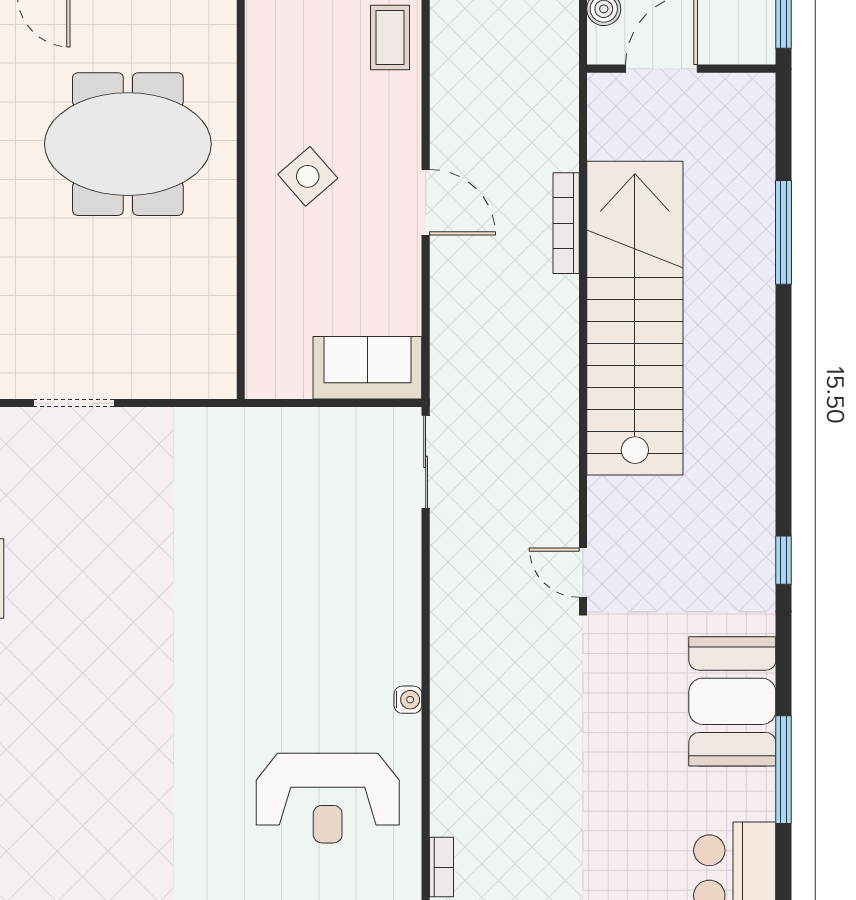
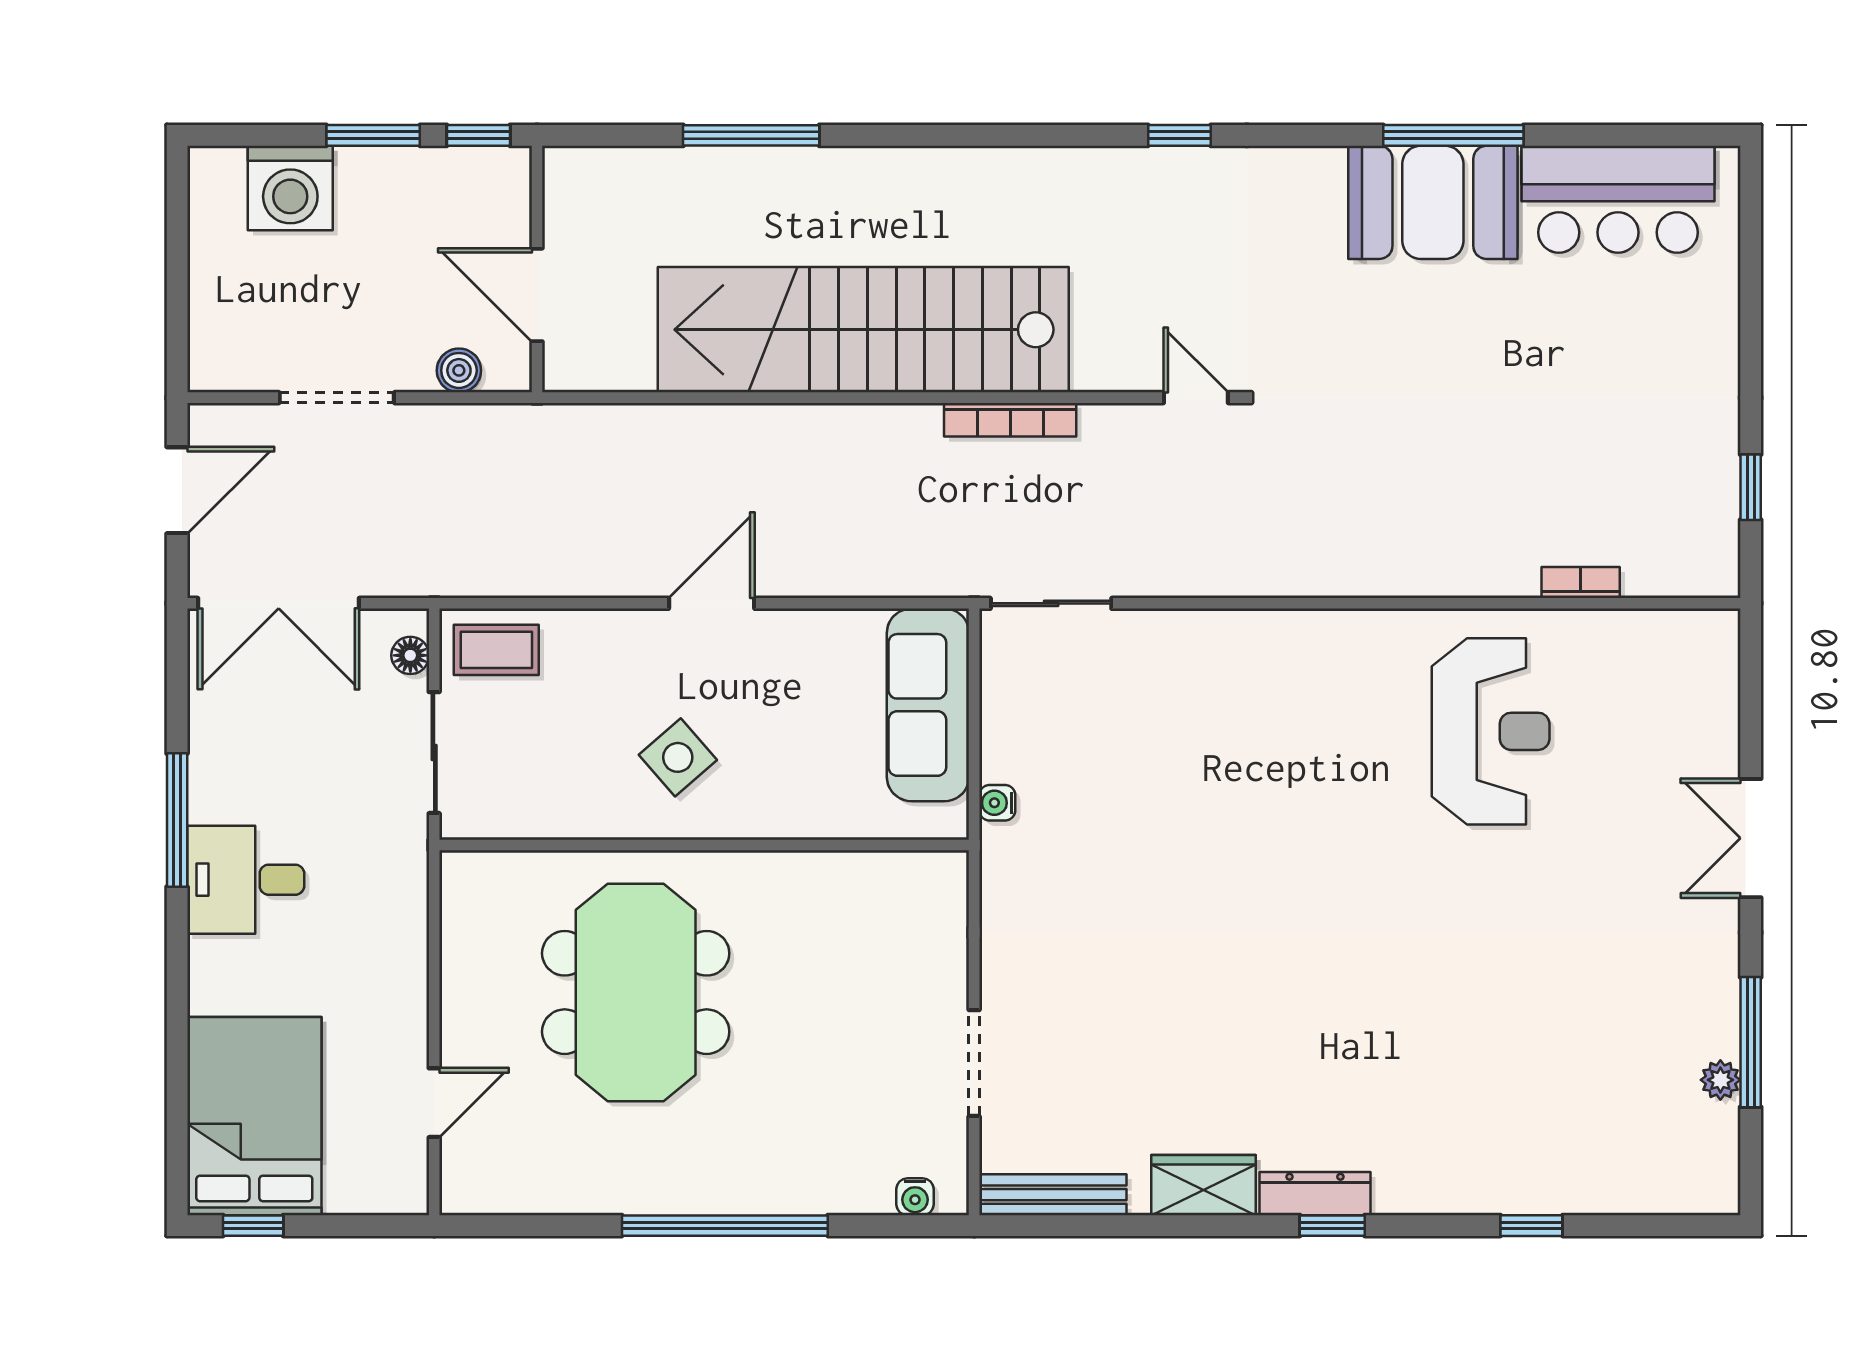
bookcase: (566, 223) -> (1010, 420), moved
sofa: (367, 368) -> (928, 705), width x1.36
door: (583, 573) -> (1196, 398), swing flipped
water cooler: (408, 700) -> (997, 803), moved, turned -90
booth: (732, 701) -> (1433, 202), moved

